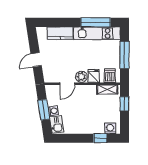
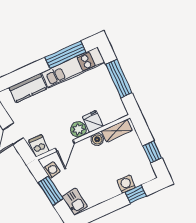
dishwasher: (110, 76) -> (39, 146), moved
boiler: (91, 89) -> (97, 139), added
window: (124, 104) -> (152, 152), moved
washing machine: (53, 111) -> (52, 170), moved
washing machine: (110, 128) -> (126, 184), moved

